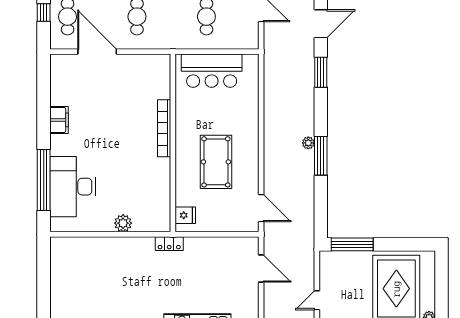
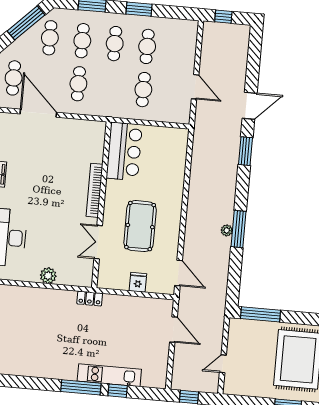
bar counter: (212, 71) -> (124, 151), moved, turned -90
plant: (308, 143) -> (227, 230), moved
double door: (173, 183) -> (98, 242), added
fridge: (185, 215) -> (138, 282), moved, turned -90

